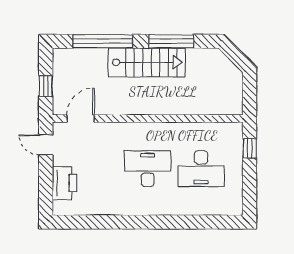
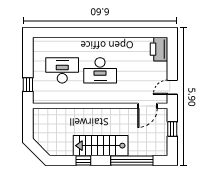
window: (171, 41) -> (83, 161), width x0.46
door: (46, 145) -> (172, 87), swing flipped
printer: (64, 183) -> (159, 49), moved

